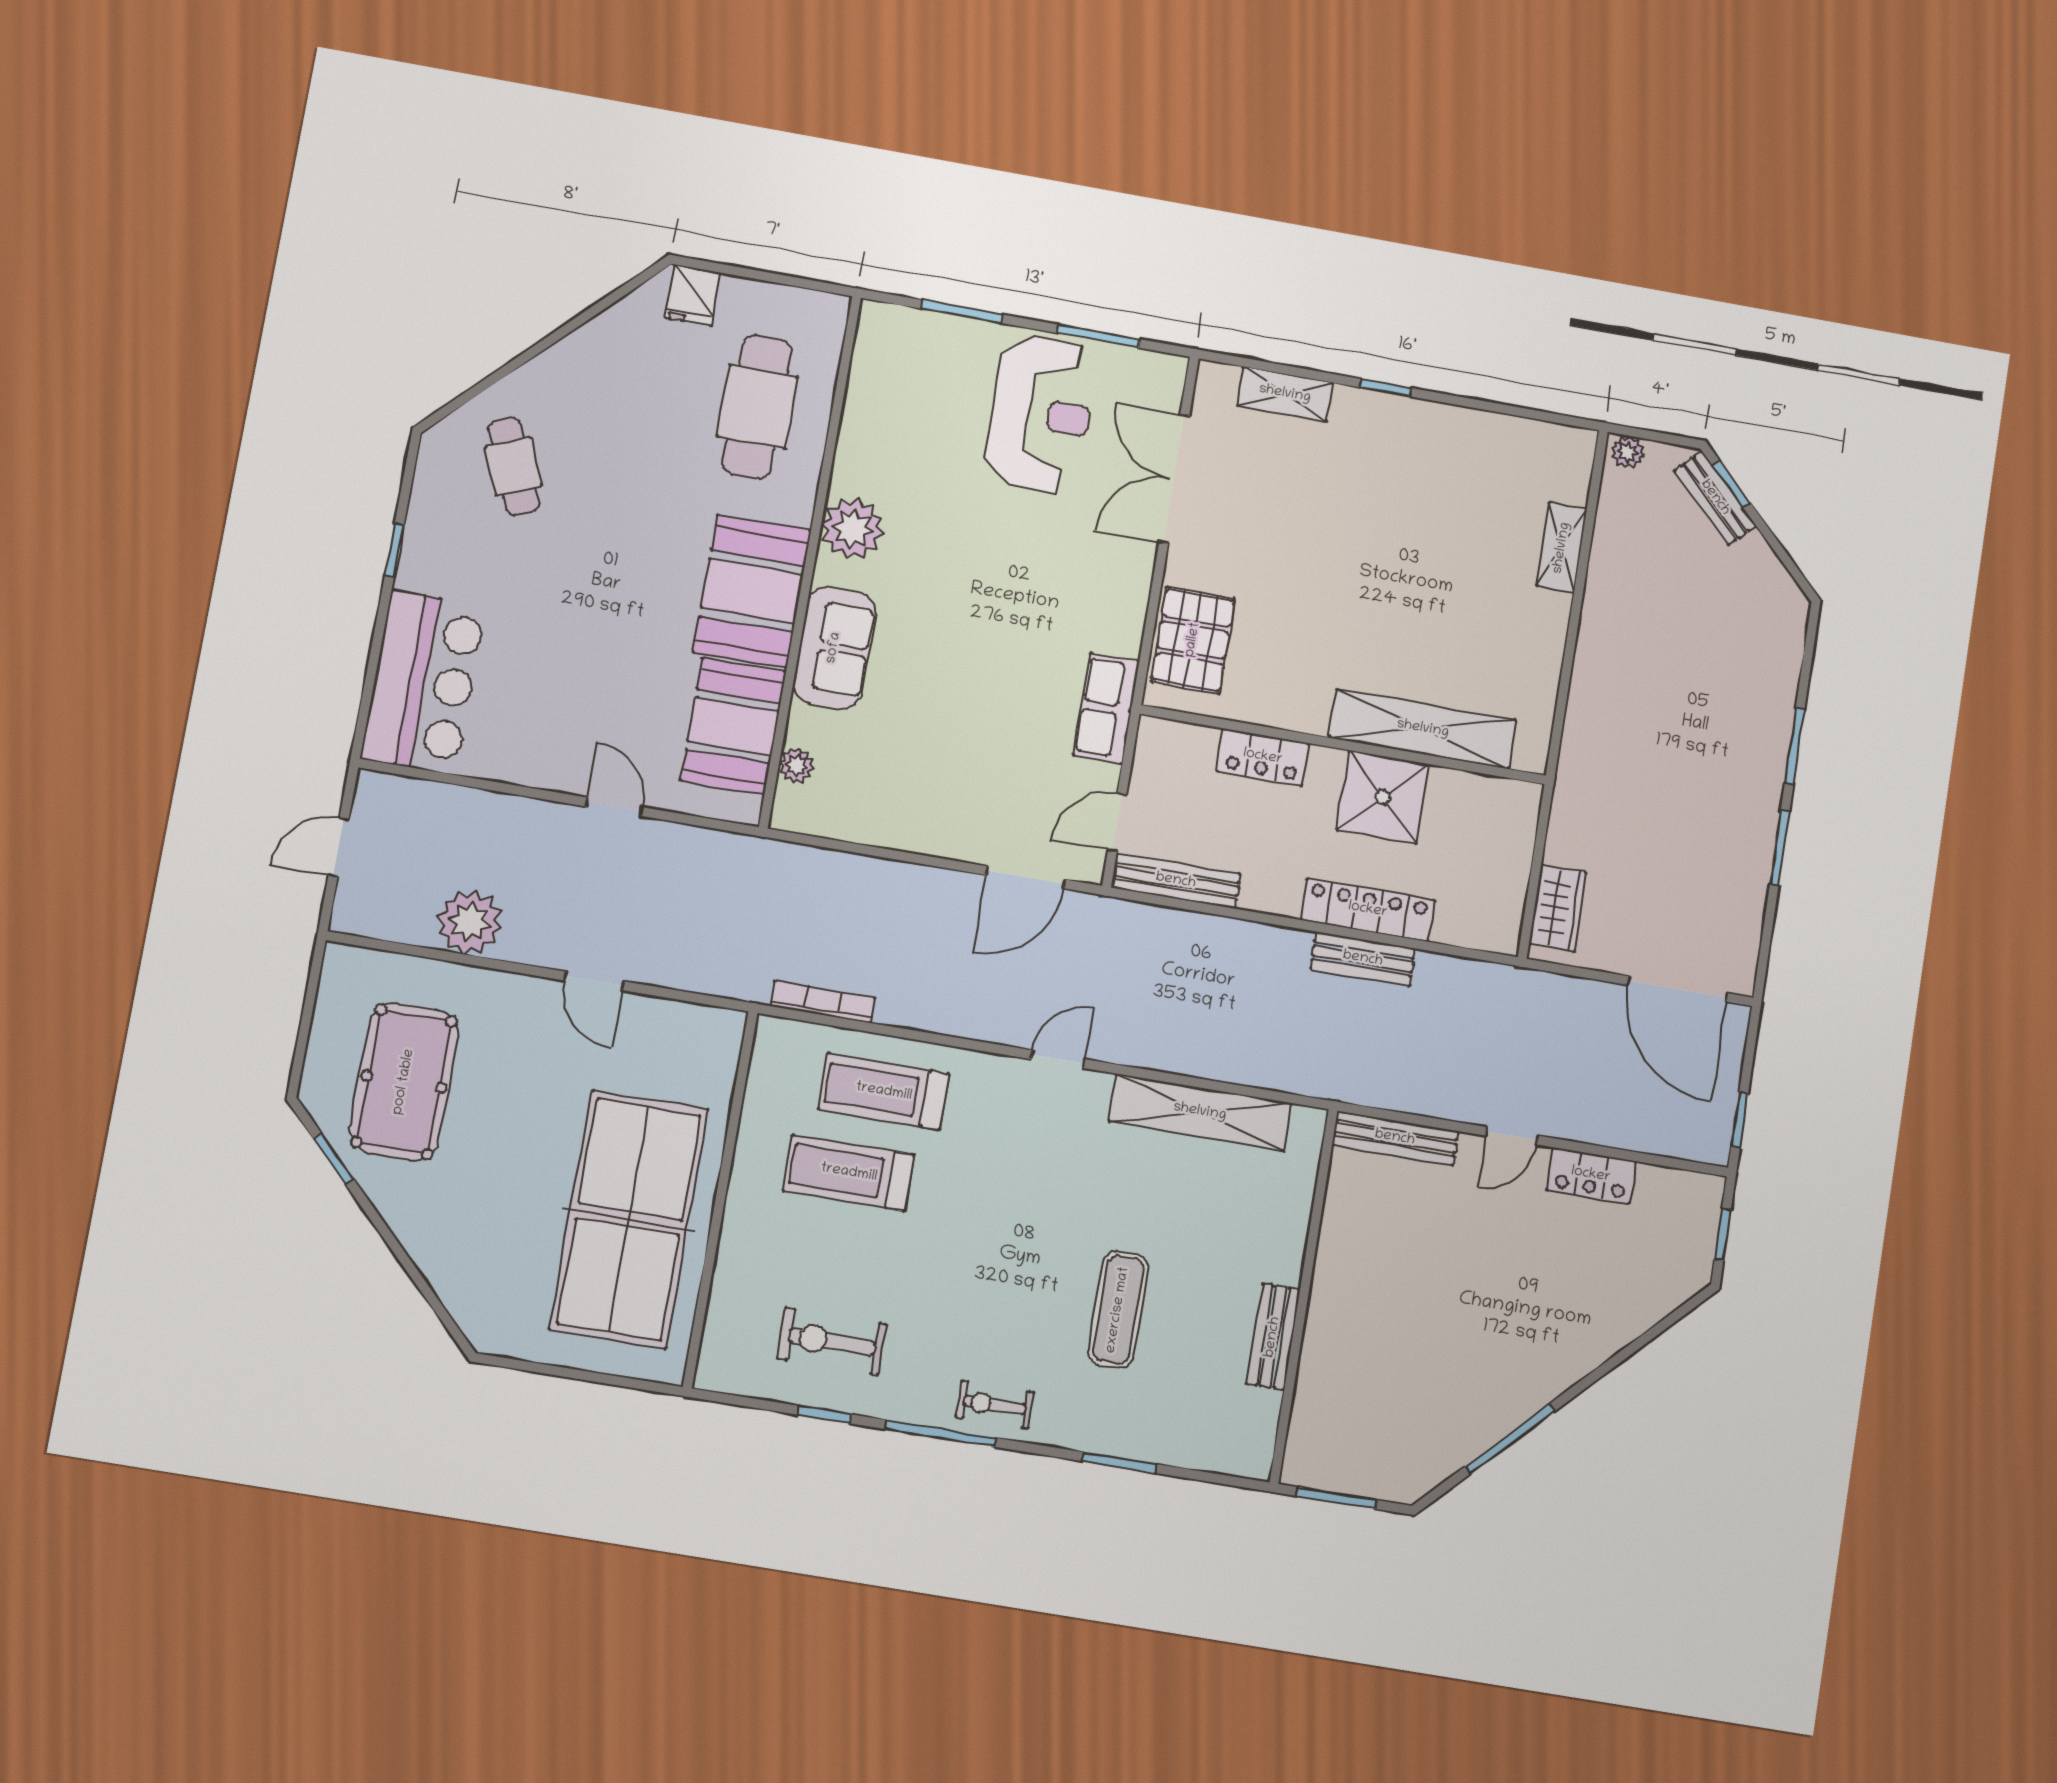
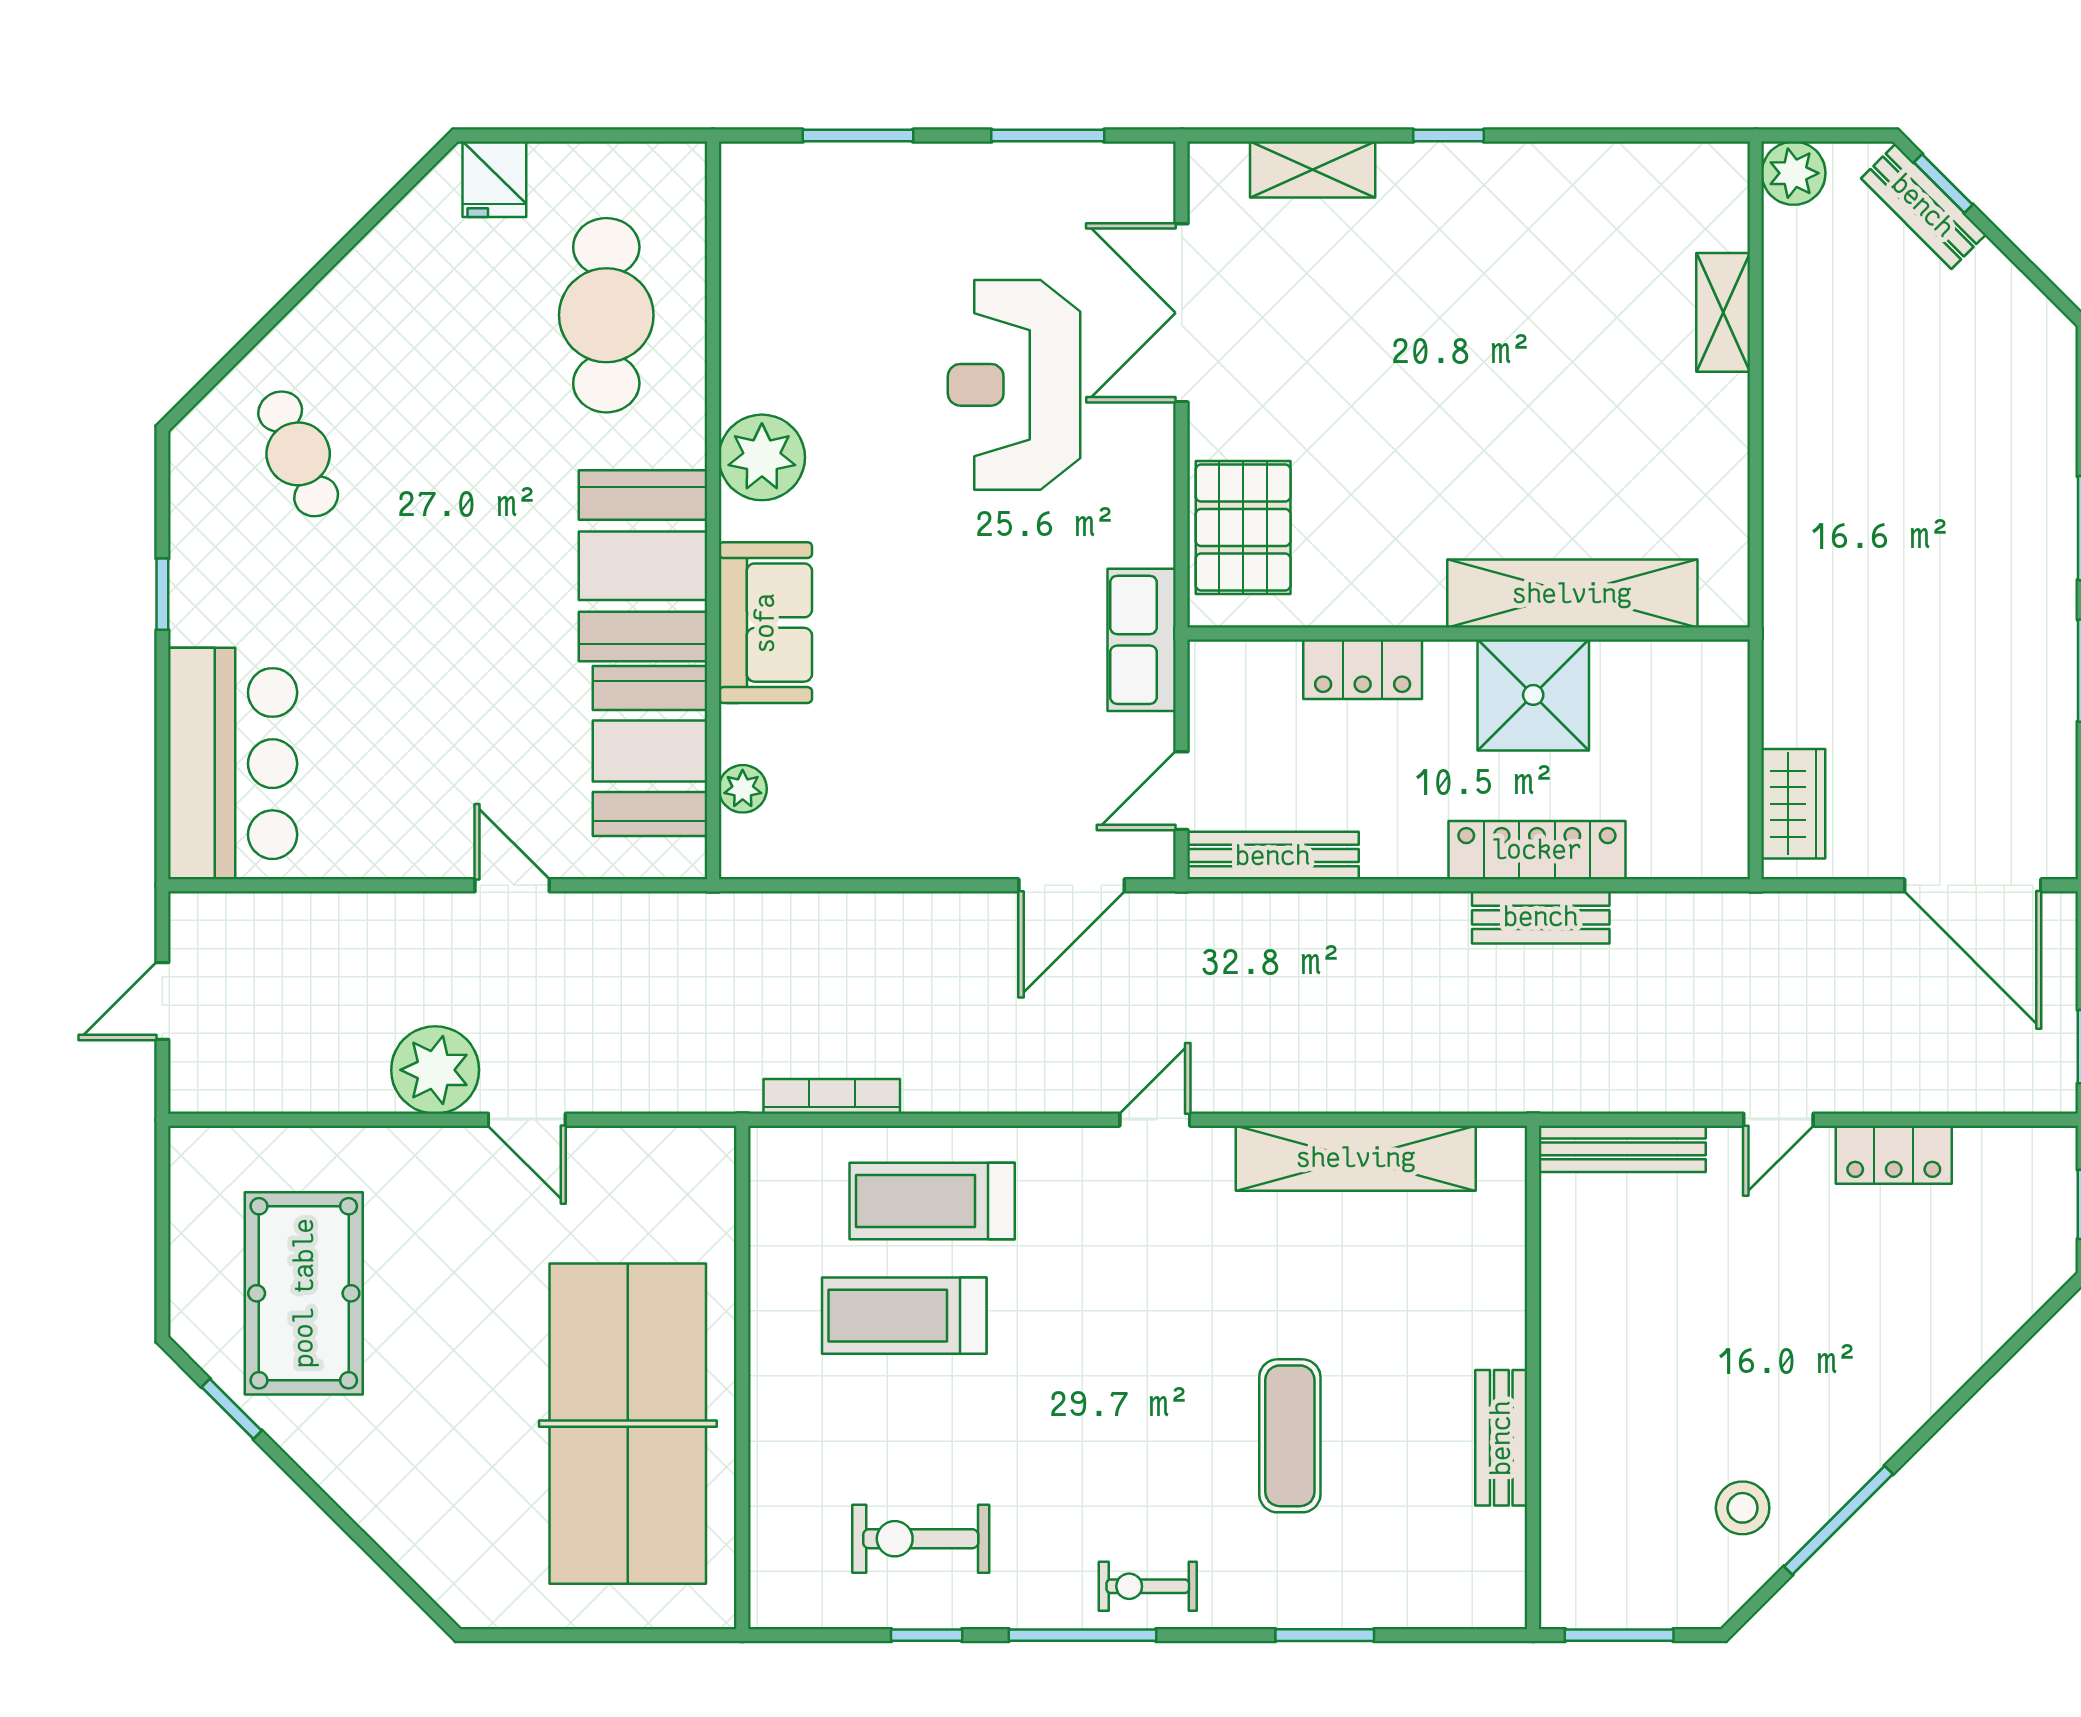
reception desk: (1041, 414) -> (1014, 385), moved, turned 180
plant: (1628, 452) -> (1794, 173), width x1.38, depth x1.38
plant: (469, 922) -> (435, 1070), moved
stool: (1442, 1418) -> (1743, 1508), added

